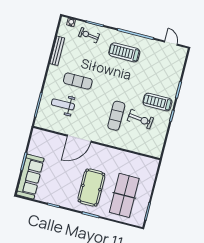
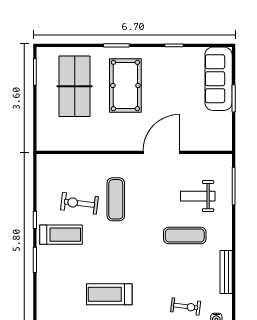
treadmill: (124, 52) -> (109, 294), moved, turned 180
weight bench: (63, 104) -> (198, 196), turned 180

